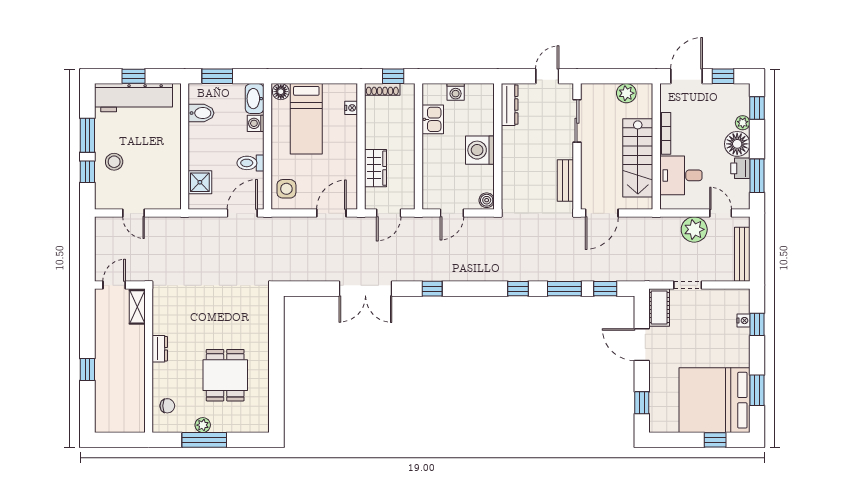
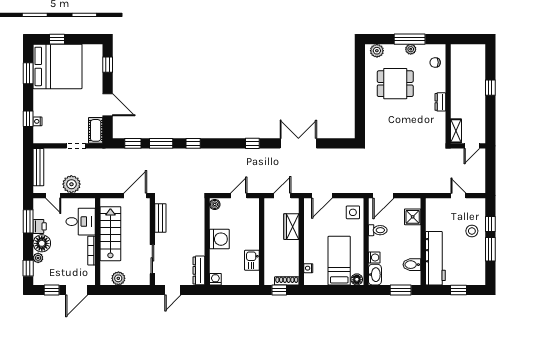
washing machine: (456, 92) -> (215, 279), moved
workbench: (133, 98) -> (435, 258), moved, turned 90
dining table: (225, 375) -> (395, 84), turned 90
plant: (252, 423) -> (377, 51), added

